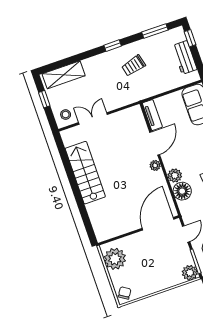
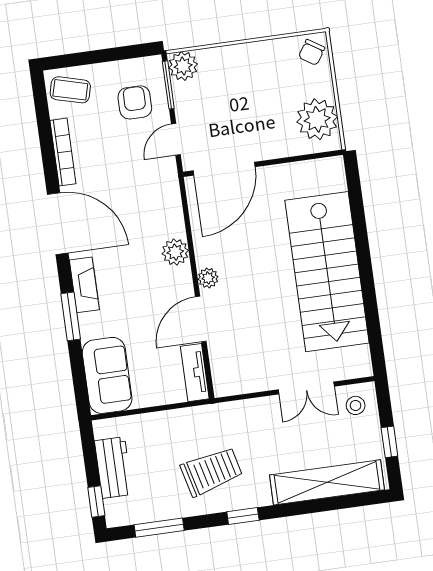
trolley: (133, 66) -> (211, 471), width x1.36, depth x1.39
shelving: (64, 75) -> (327, 482), width x1.47
stairs: (85, 173) -> (327, 272), width x1.36, depth x1.51
floor lamp: (182, 191) -> (167, 220), removed

